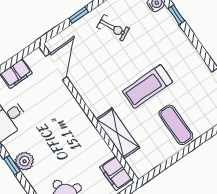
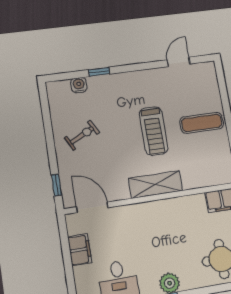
window: (79, 15) -> (56, 185), moved
shelving: (118, 133) -> (156, 184), moved

